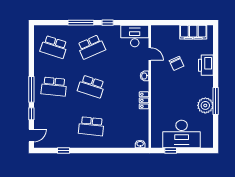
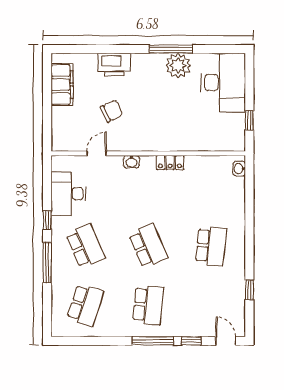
desk: (135, 36) -> (68, 194), moved
school desk: (91, 87) -> (148, 246), turned -42
desk: (182, 134) -> (223, 83), moved

